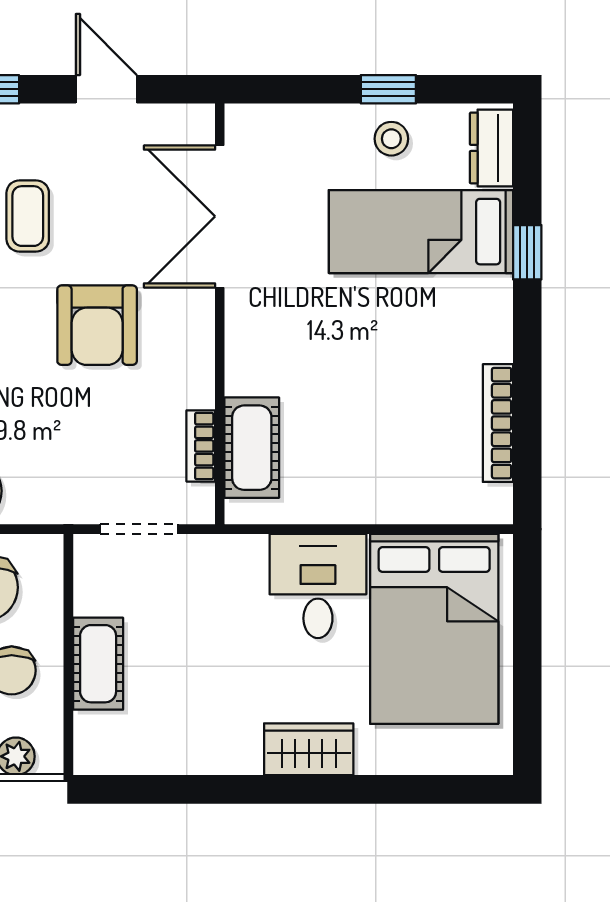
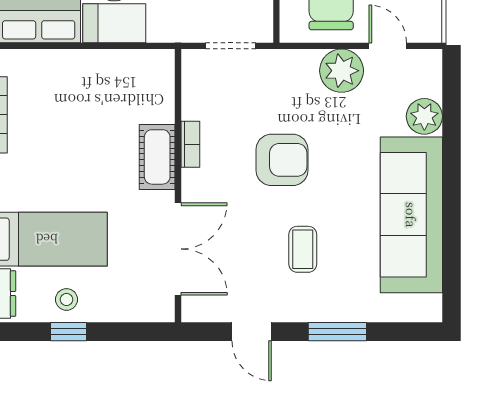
armchair: (97, 325) -> (282, 160), moved, turned 90
bookcase: (201, 446) -> (190, 144), moved
cot: (252, 448) -> (157, 157), moved

